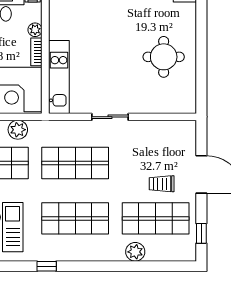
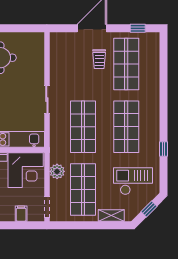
plant: (135, 252) -> (152, 80), removed

